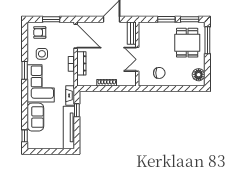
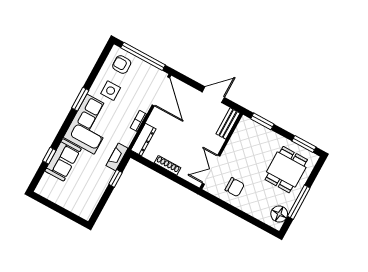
window: (51, 19) -> (143, 56), width x2.11
window: (166, 19) -> (262, 121), moved
window: (207, 40) -> (299, 202), moved
double door: (137, 59) -> (211, 170), moved
dresser: (81, 63) -> (143, 139), moved
tv unit: (69, 127) -> (95, 193), removed
window: (25, 136) -> (49, 156), moved

